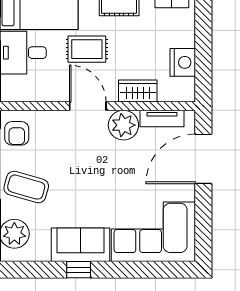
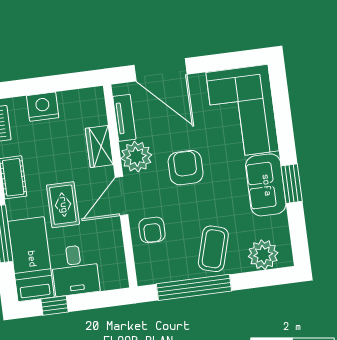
nightstand: (183, 62) -> (43, 107), moved
armchair: (17, 133) -> (152, 230), moved, turned 90
armchair: (107, 171) -> (186, 168), added
window: (79, 270) -> (292, 184), width x1.50

